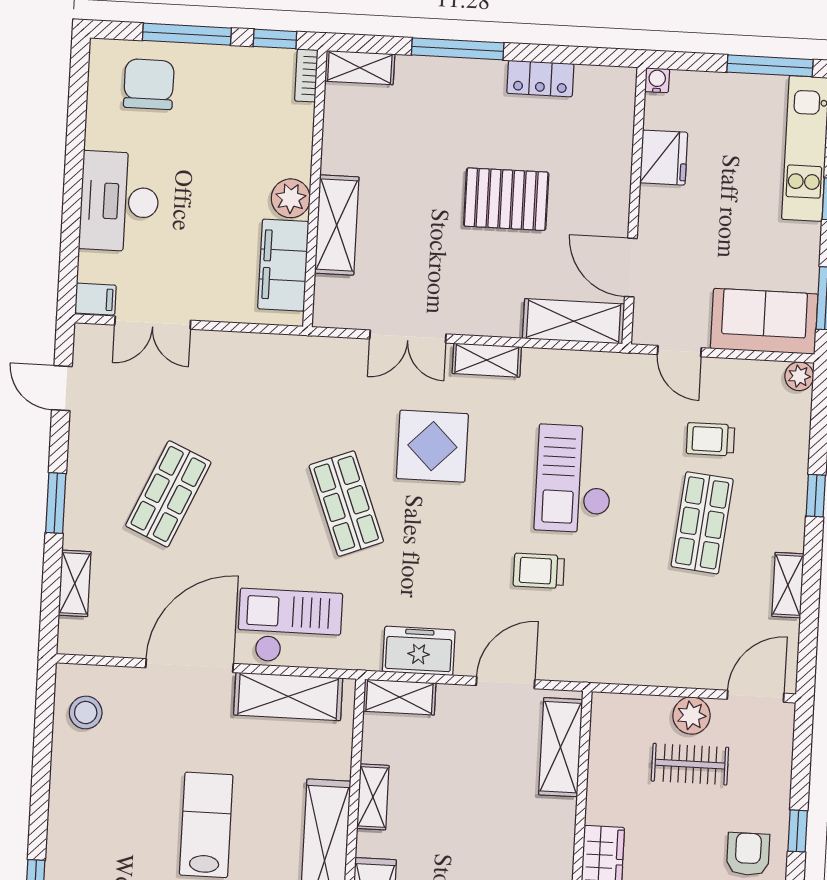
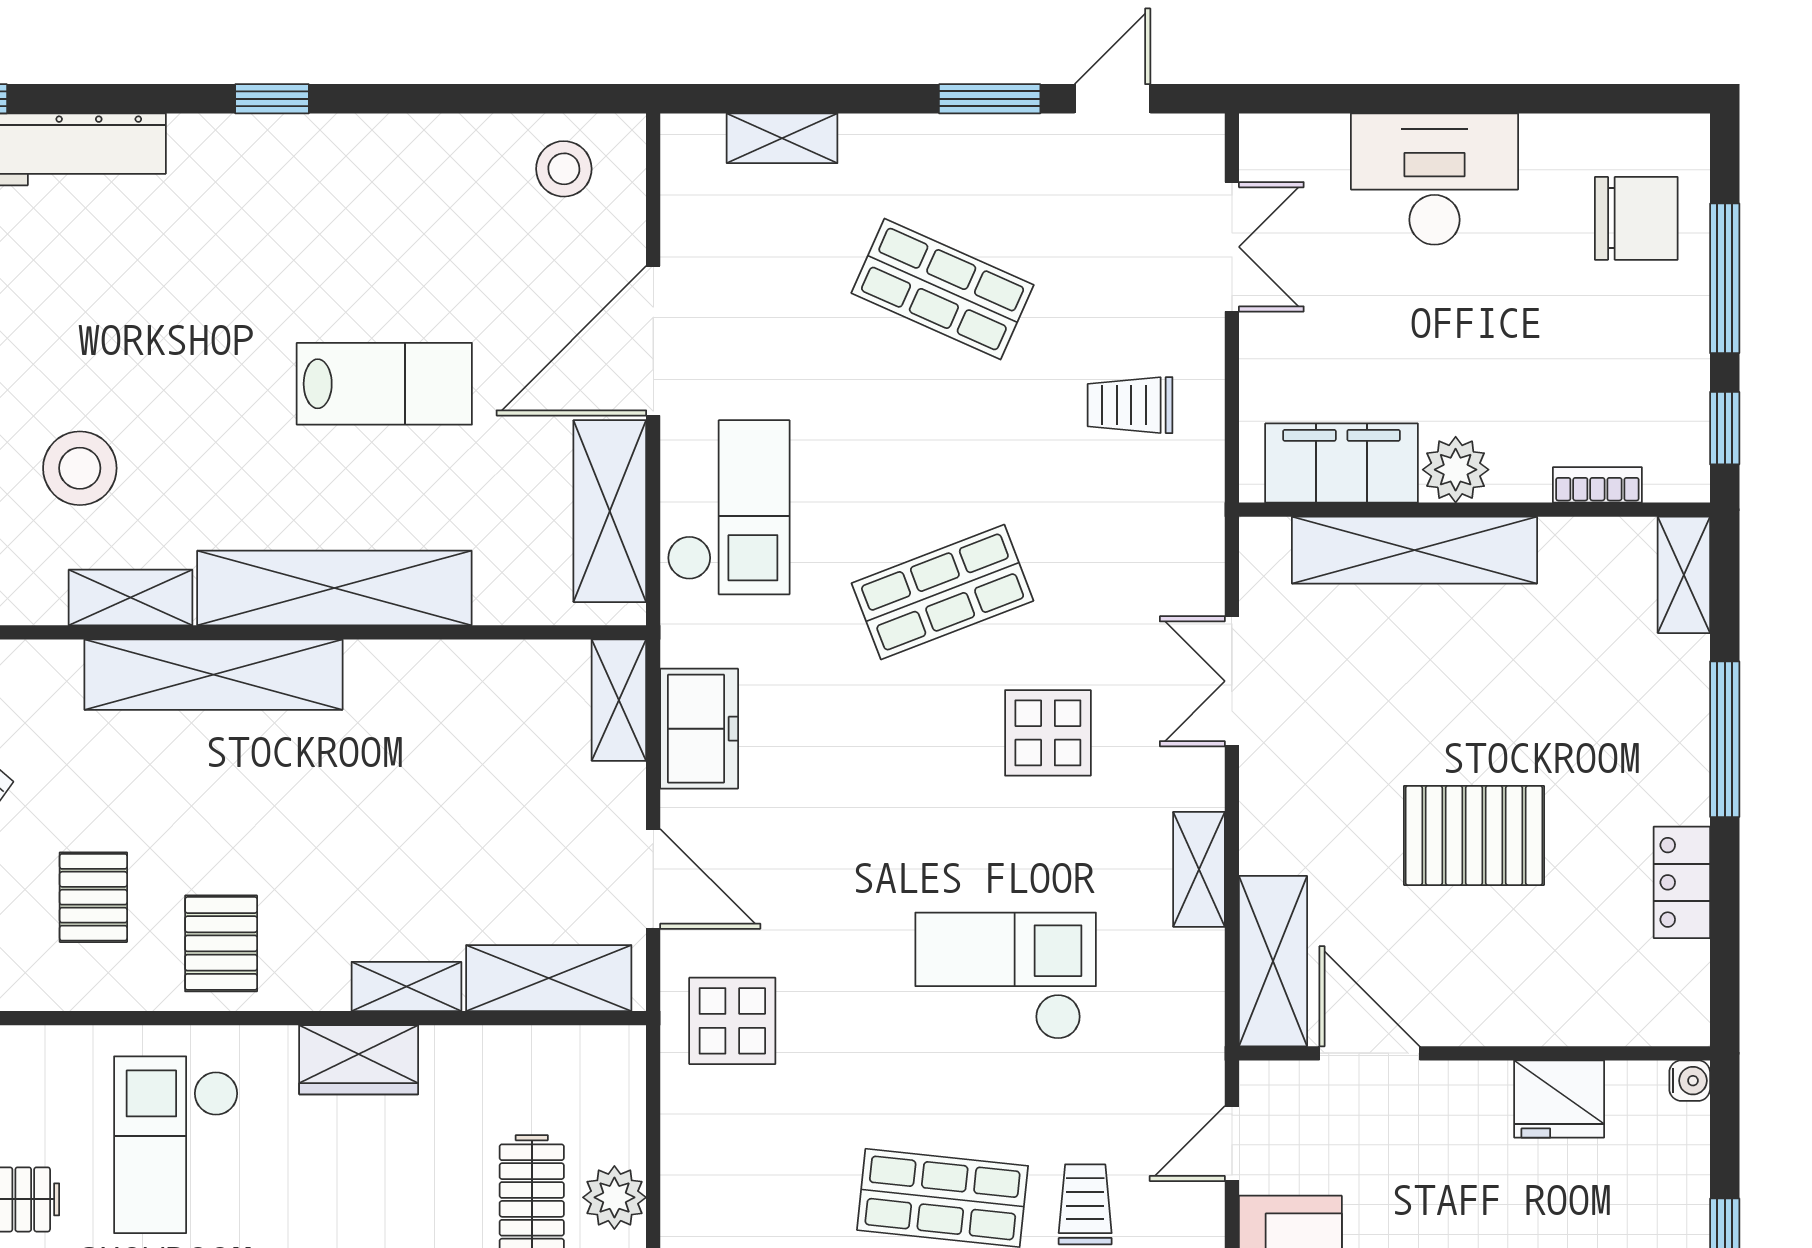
bookcase: (306, 75) -> (1597, 485), moved
pallet: (506, 199) -> (1474, 835), turned 90
shelving: (337, 225) -> (1414, 550), width x1.47
door: (631, 267) -> (1370, 1053), hinge flipped
filing cabinet: (95, 299) -> (1267, 147), removed
double door: (153, 323) -> (1232, 247), swing flipped
shelving: (487, 360) -> (1199, 869), moved
display table: (432, 446) -> (1048, 733), width x0.73, depth x0.73
window: (56, 503) -> (990, 99), moved
trolley: (539, 571) -> (1130, 405), moved, turned -90
display table: (591, 641) -> (732, 1021), added
door: (189, 666) -> (653, 341), swing flipped
shelving: (373, 797) -> (406, 987), moved

